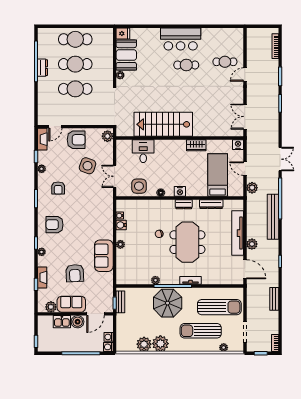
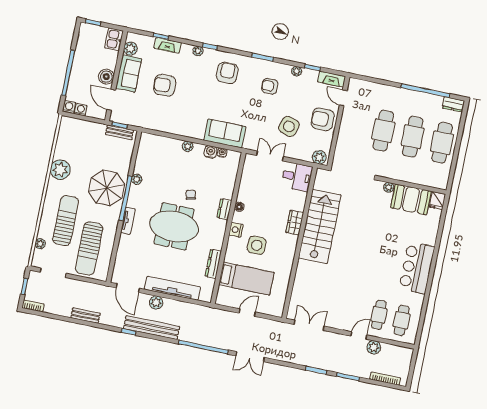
cafe table: (186, 65) -> (402, 320), moved
dresser: (42, 68) -> (453, 104), moved
door: (245, 75) -> (359, 336), hinge flipped
armchair: (76, 140) -> (323, 119), turned 90
wardrobe: (196, 145) -> (295, 223), moved
nightstand: (238, 145) -> (278, 310), removed
desk: (143, 151) -> (297, 177), moved
side table: (139, 186) -> (257, 245), moved
plant: (252, 188) -> (374, 347), moved
dresser: (184, 204) -> (224, 209), moved
bench: (273, 217) -> (152, 328), moved
sofa: (104, 256) -> (225, 133), moved
door: (245, 269) -> (128, 288), hinge flipped
kitchen sink: (62, 322) -> (114, 39), moved
plant: (144, 344) -> (63, 150), removed

